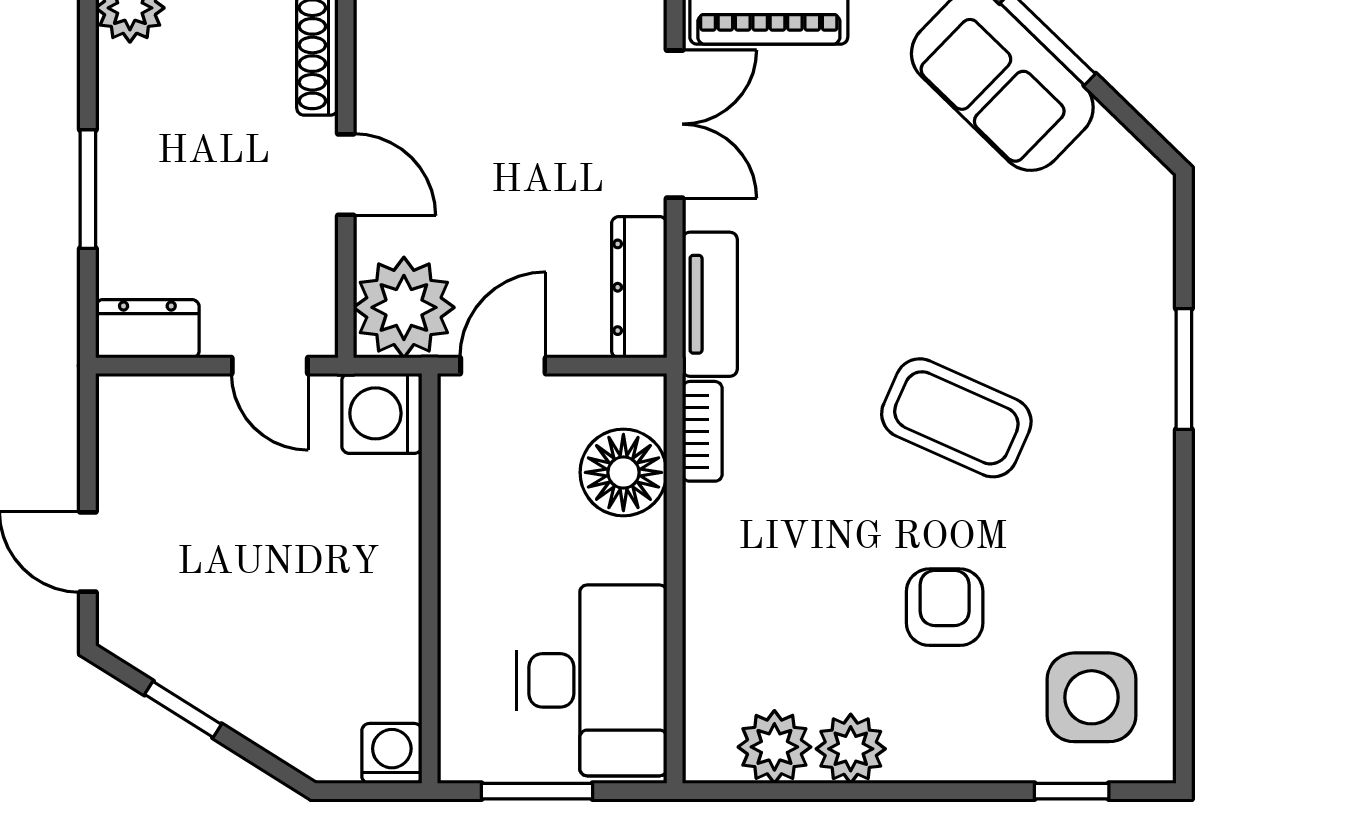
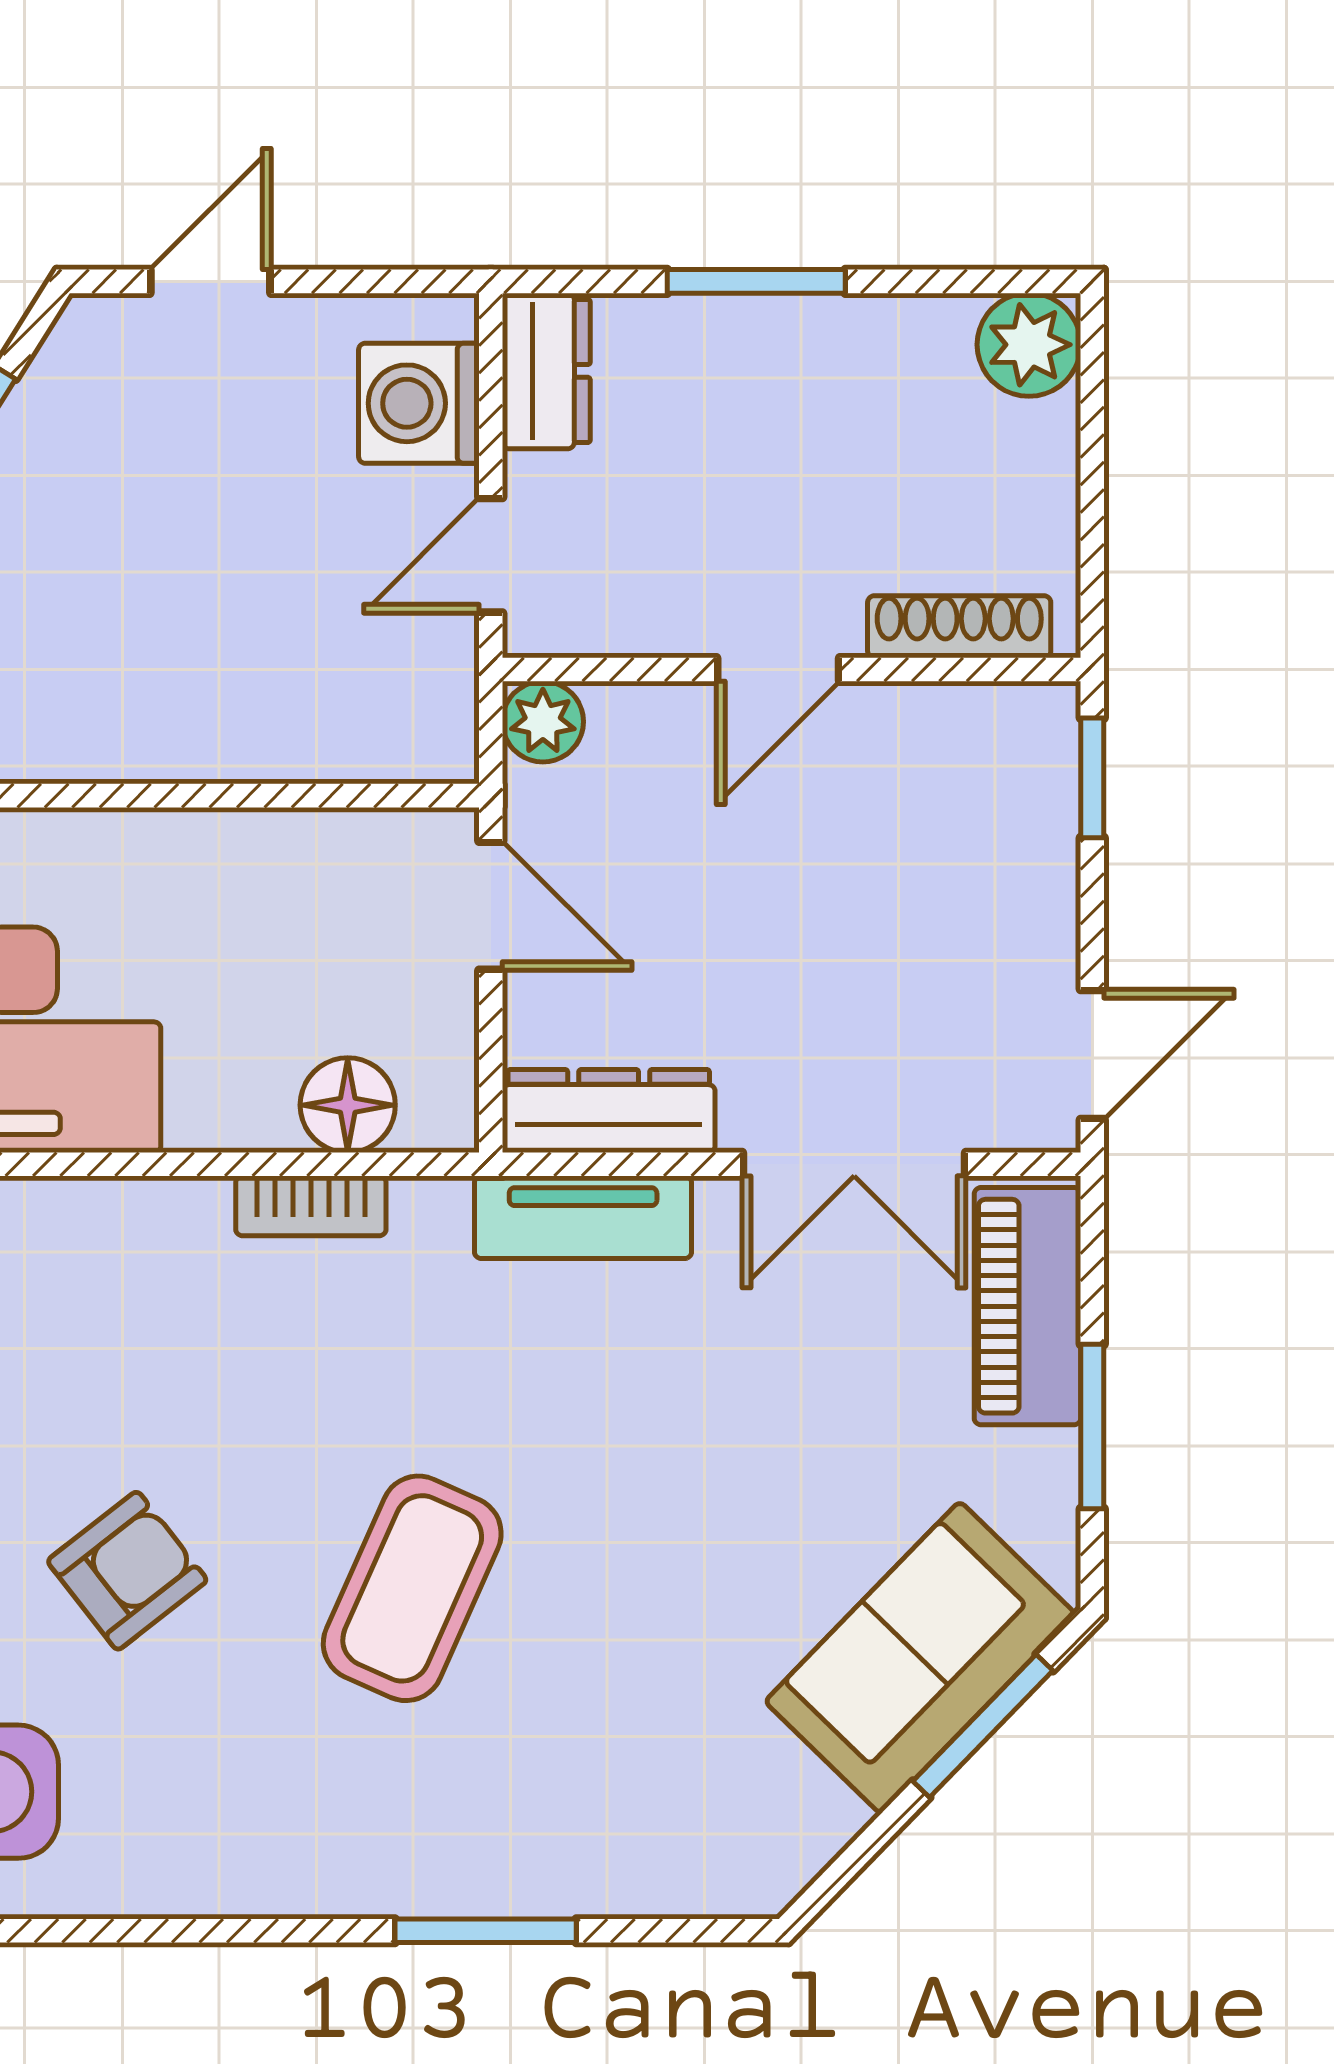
plant: (404, 307) -> (543, 722), width x0.53, depth x0.53
washing machine: (382, 413) -> (419, 403), moved, turned -90
bookcase: (702, 431) -> (311, 1206), moved
floor lamp: (623, 472) -> (348, 1105), width x0.73, depth x0.73
armchair: (945, 607) -> (127, 1571), turned -38

